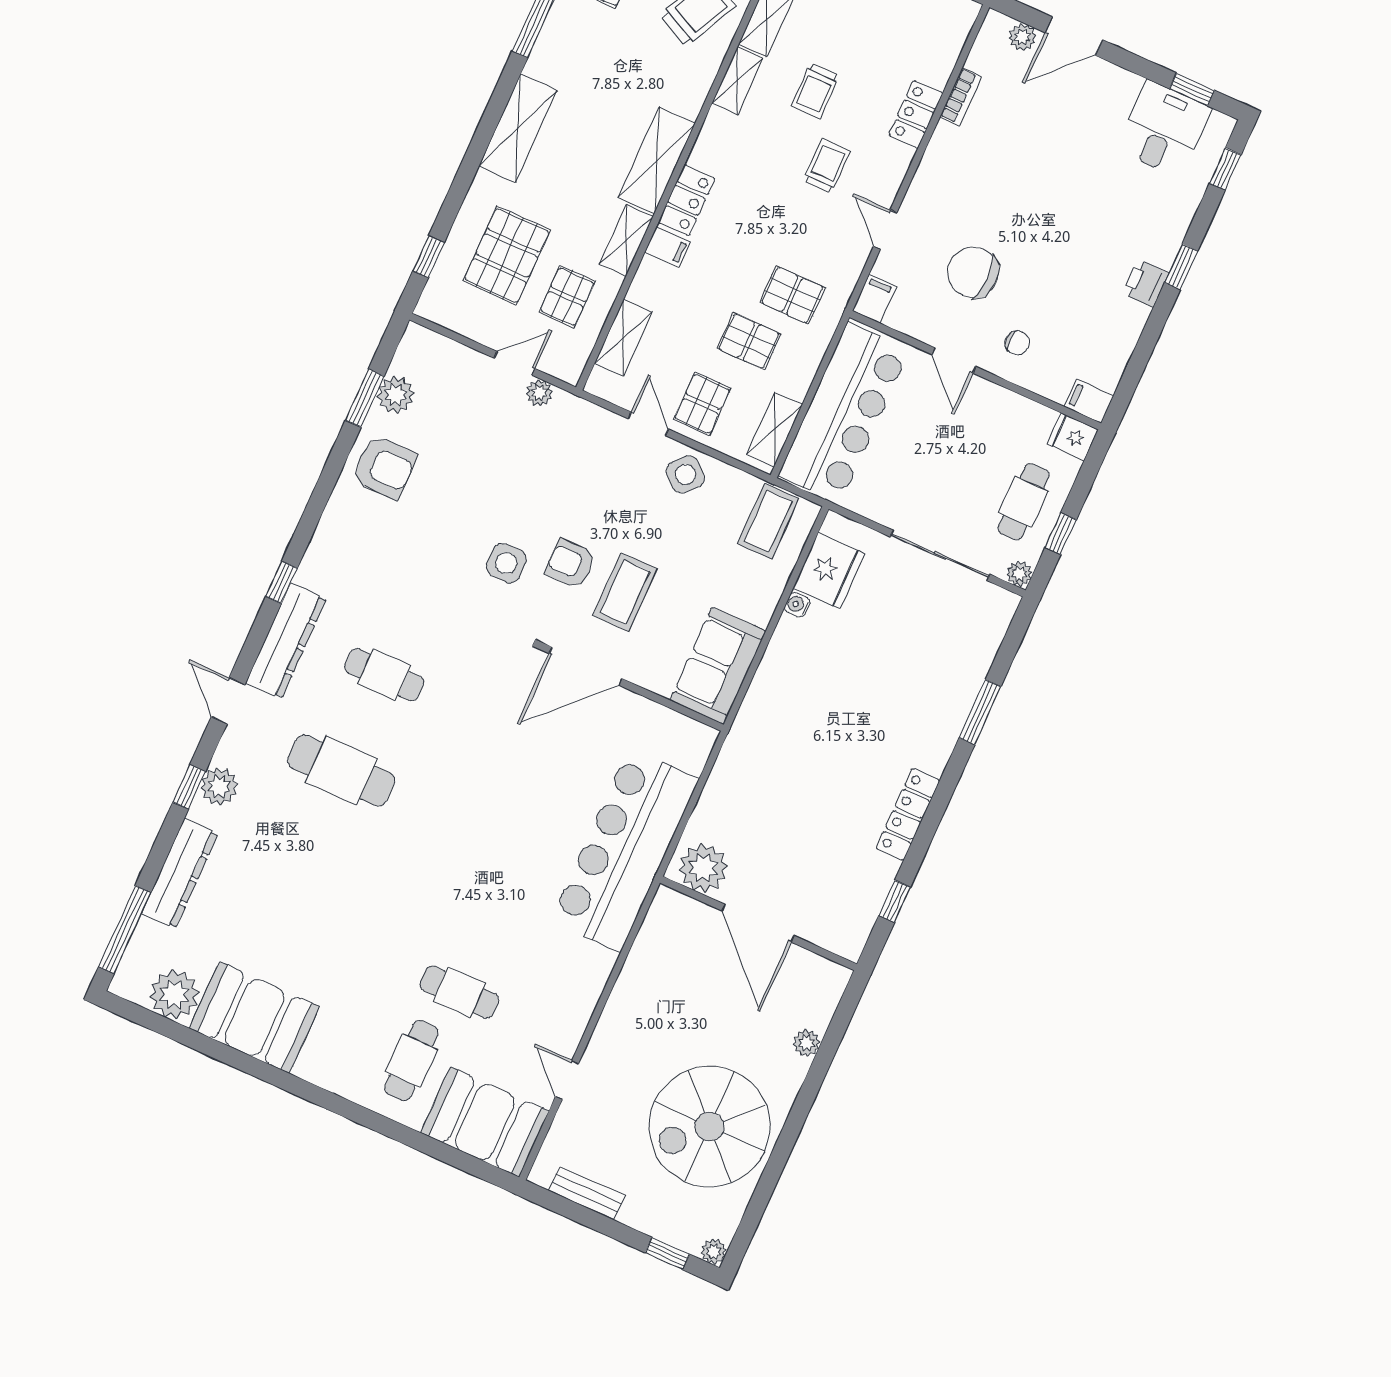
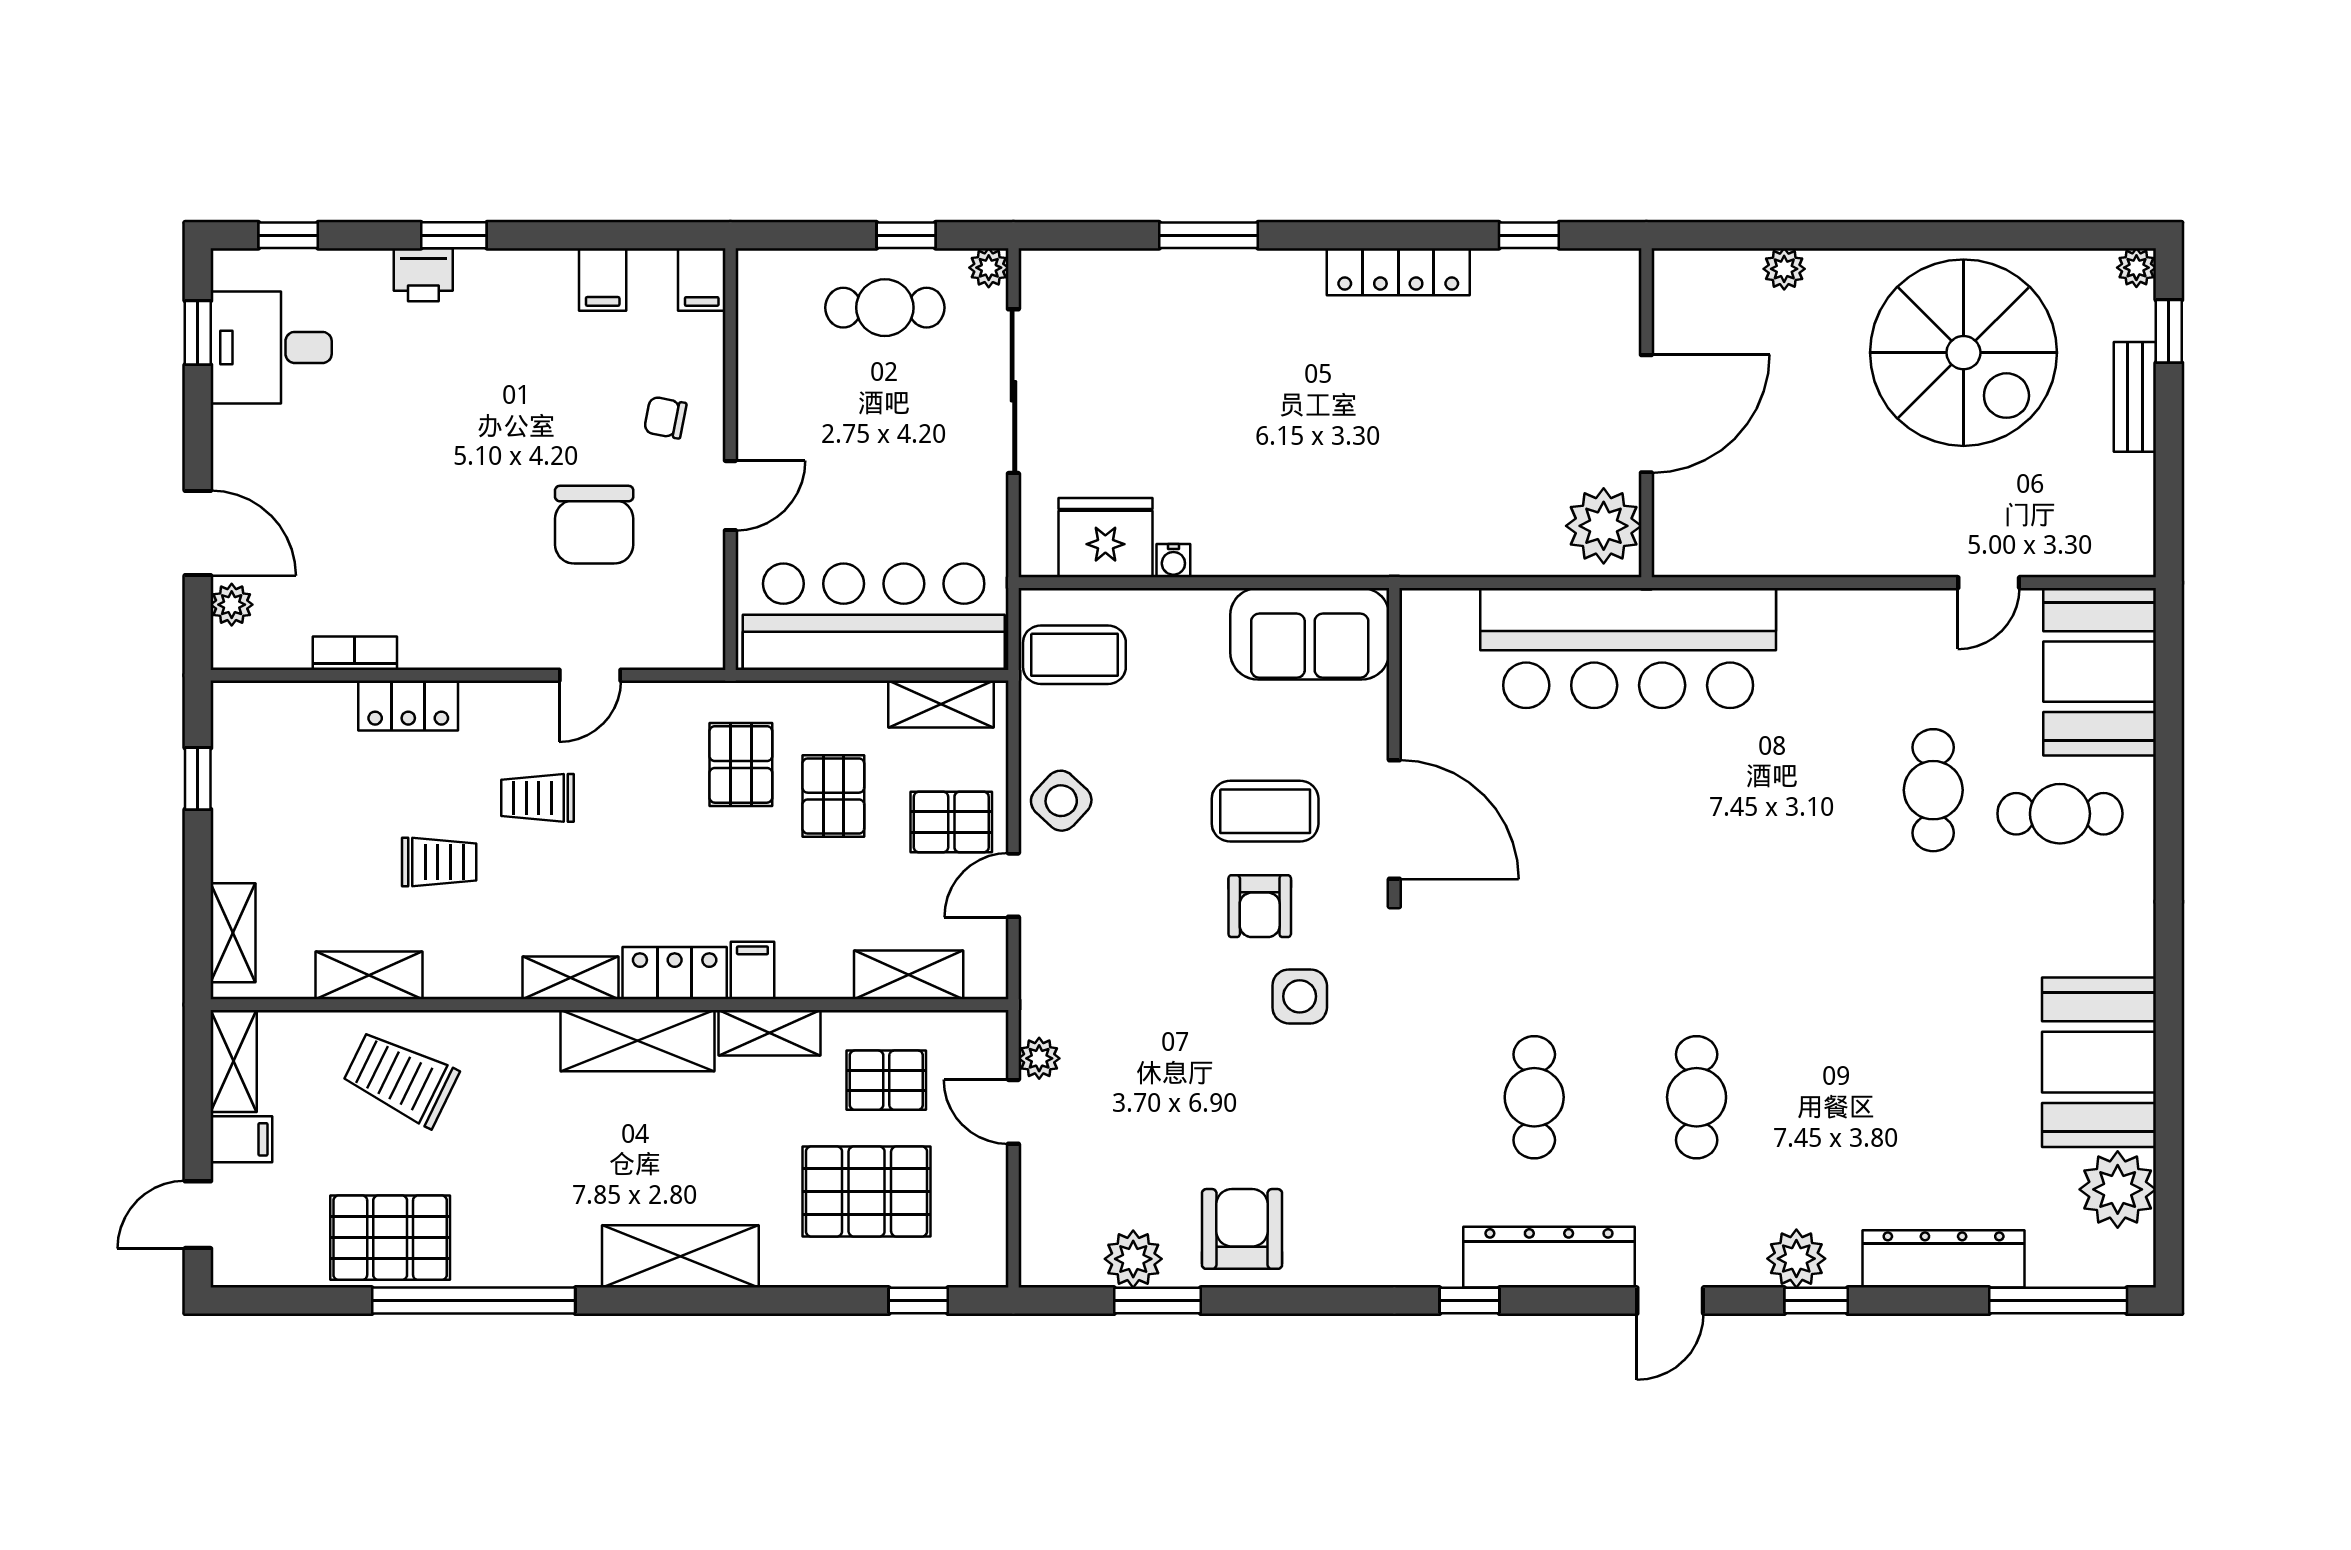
shelving: (737, 81) -> (571, 978), moved
printer: (1146, 283) -> (423, 275), moved
filing cabinet: (874, 299) -> (603, 279), moved, turned -90
chair: (1017, 343) -> (665, 418), turned -79
fridge: (1073, 437) -> (762, 280), removed
cafe table: (341, 770) -> (1697, 1097), width x0.73, depth x0.74
bench: (587, 1193) -> (2135, 397), moved

